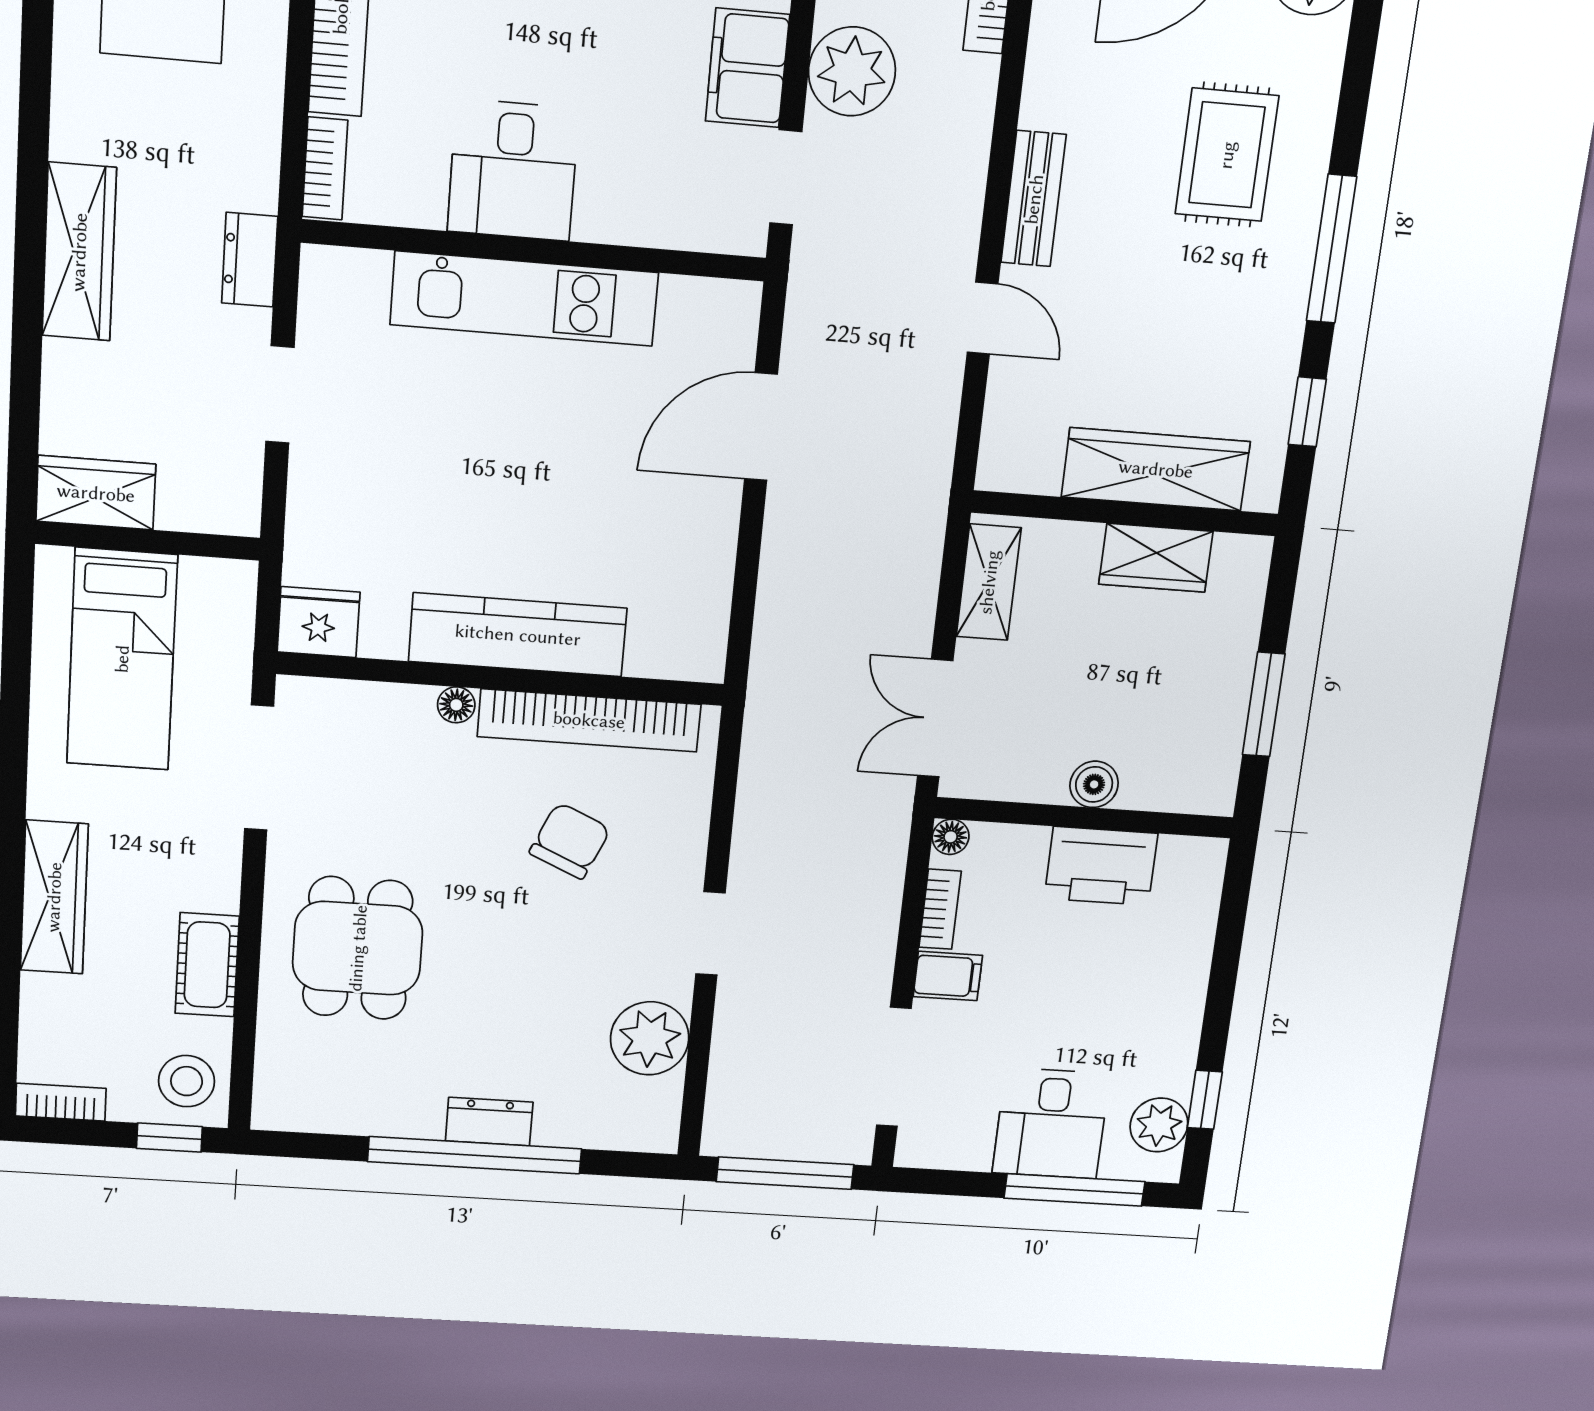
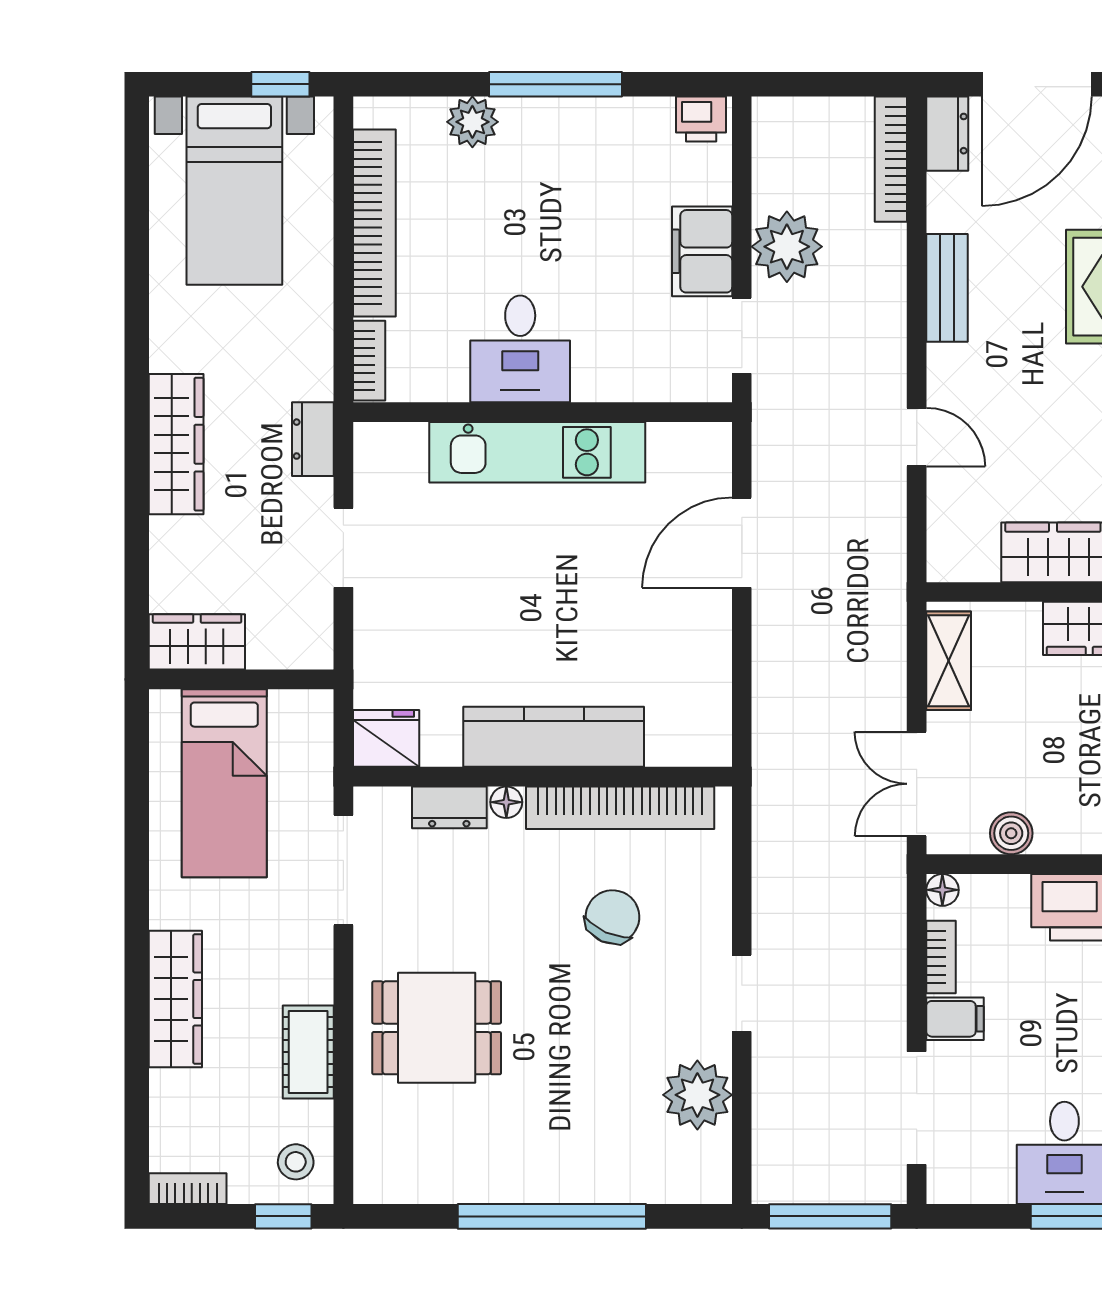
bench: (1034, 199) -> (947, 288), moved
boiler: (1094, 784) -> (1011, 833), moved
dining table: (358, 948) -> (437, 1028), turned 90
stool: (187, 1081) -> (296, 1162), width x0.73, depth x0.73
dresser: (489, 1122) -> (449, 807), moved, turned 180

